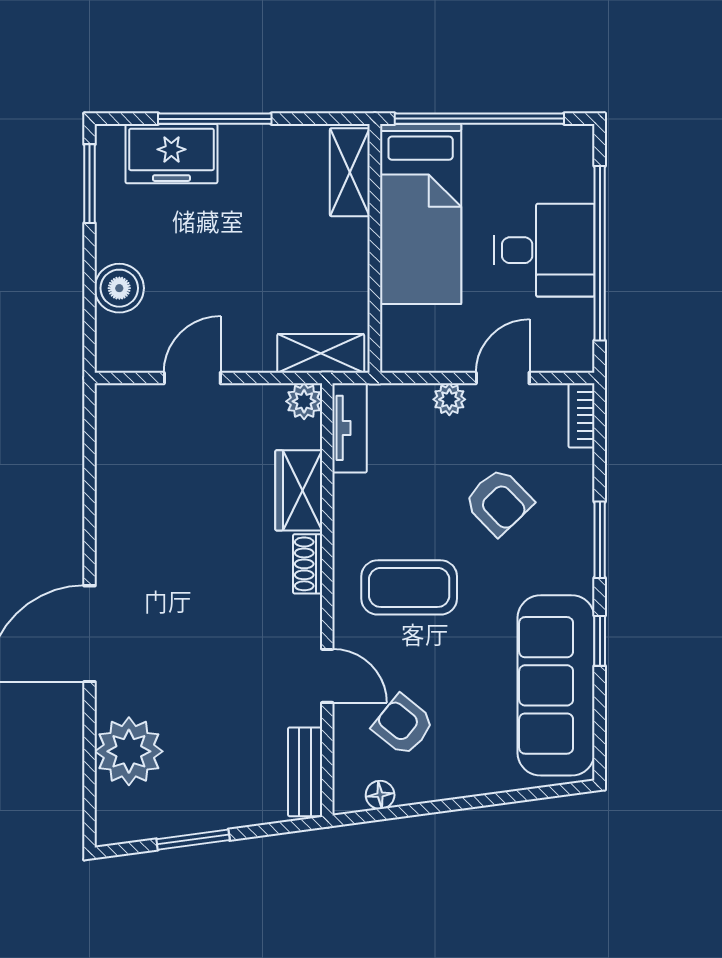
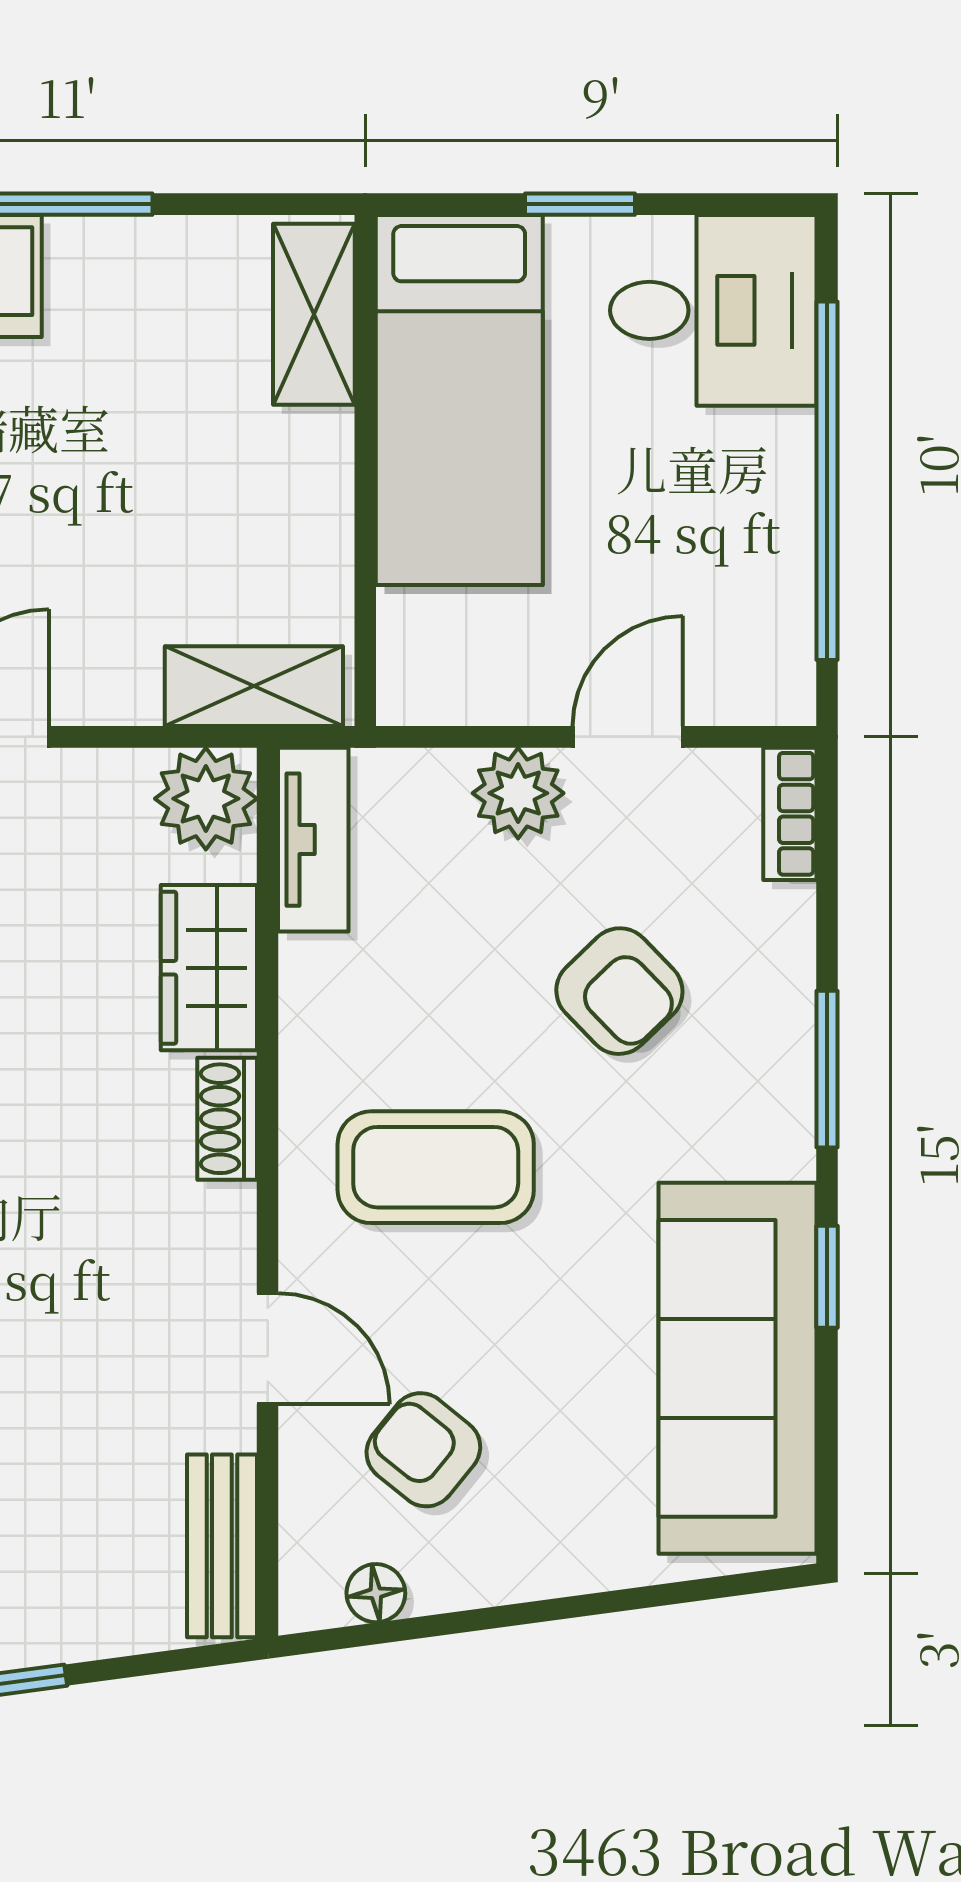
window: (479, 119) -> (580, 204), width x0.32
desk: (544, 250) -> (713, 310), moved
plant: (449, 399) -> (518, 793), width x1.38, depth x1.38
plant: (304, 401) -> (206, 799), width x1.38, depth x1.38

